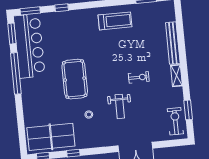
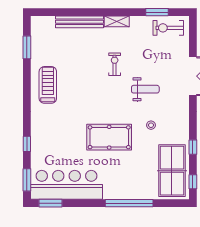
window: (16, 73) -> (129, 203), moved

